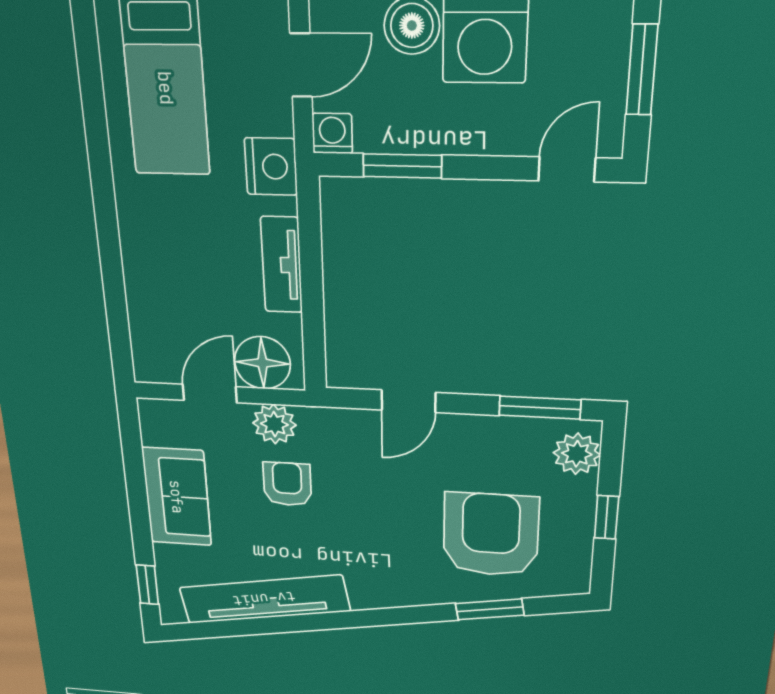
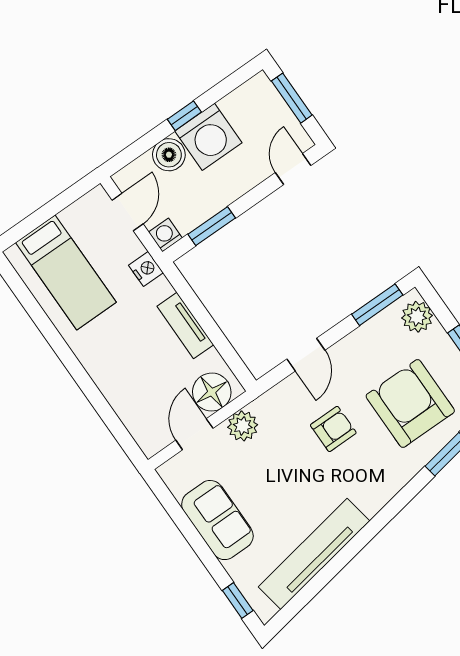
nightstand: (271, 167) -> (146, 269), width x0.74, depth x0.75
armchair: (287, 484) -> (333, 429), moved, turned 90

